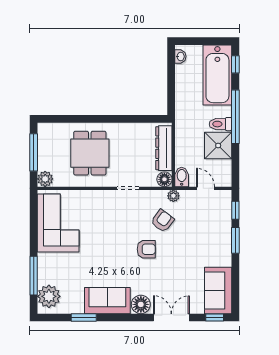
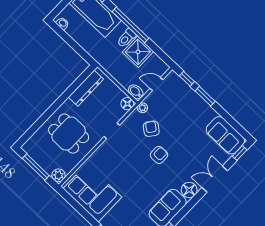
dresser: (164, 148) -> (86, 88), moved, turned -90

